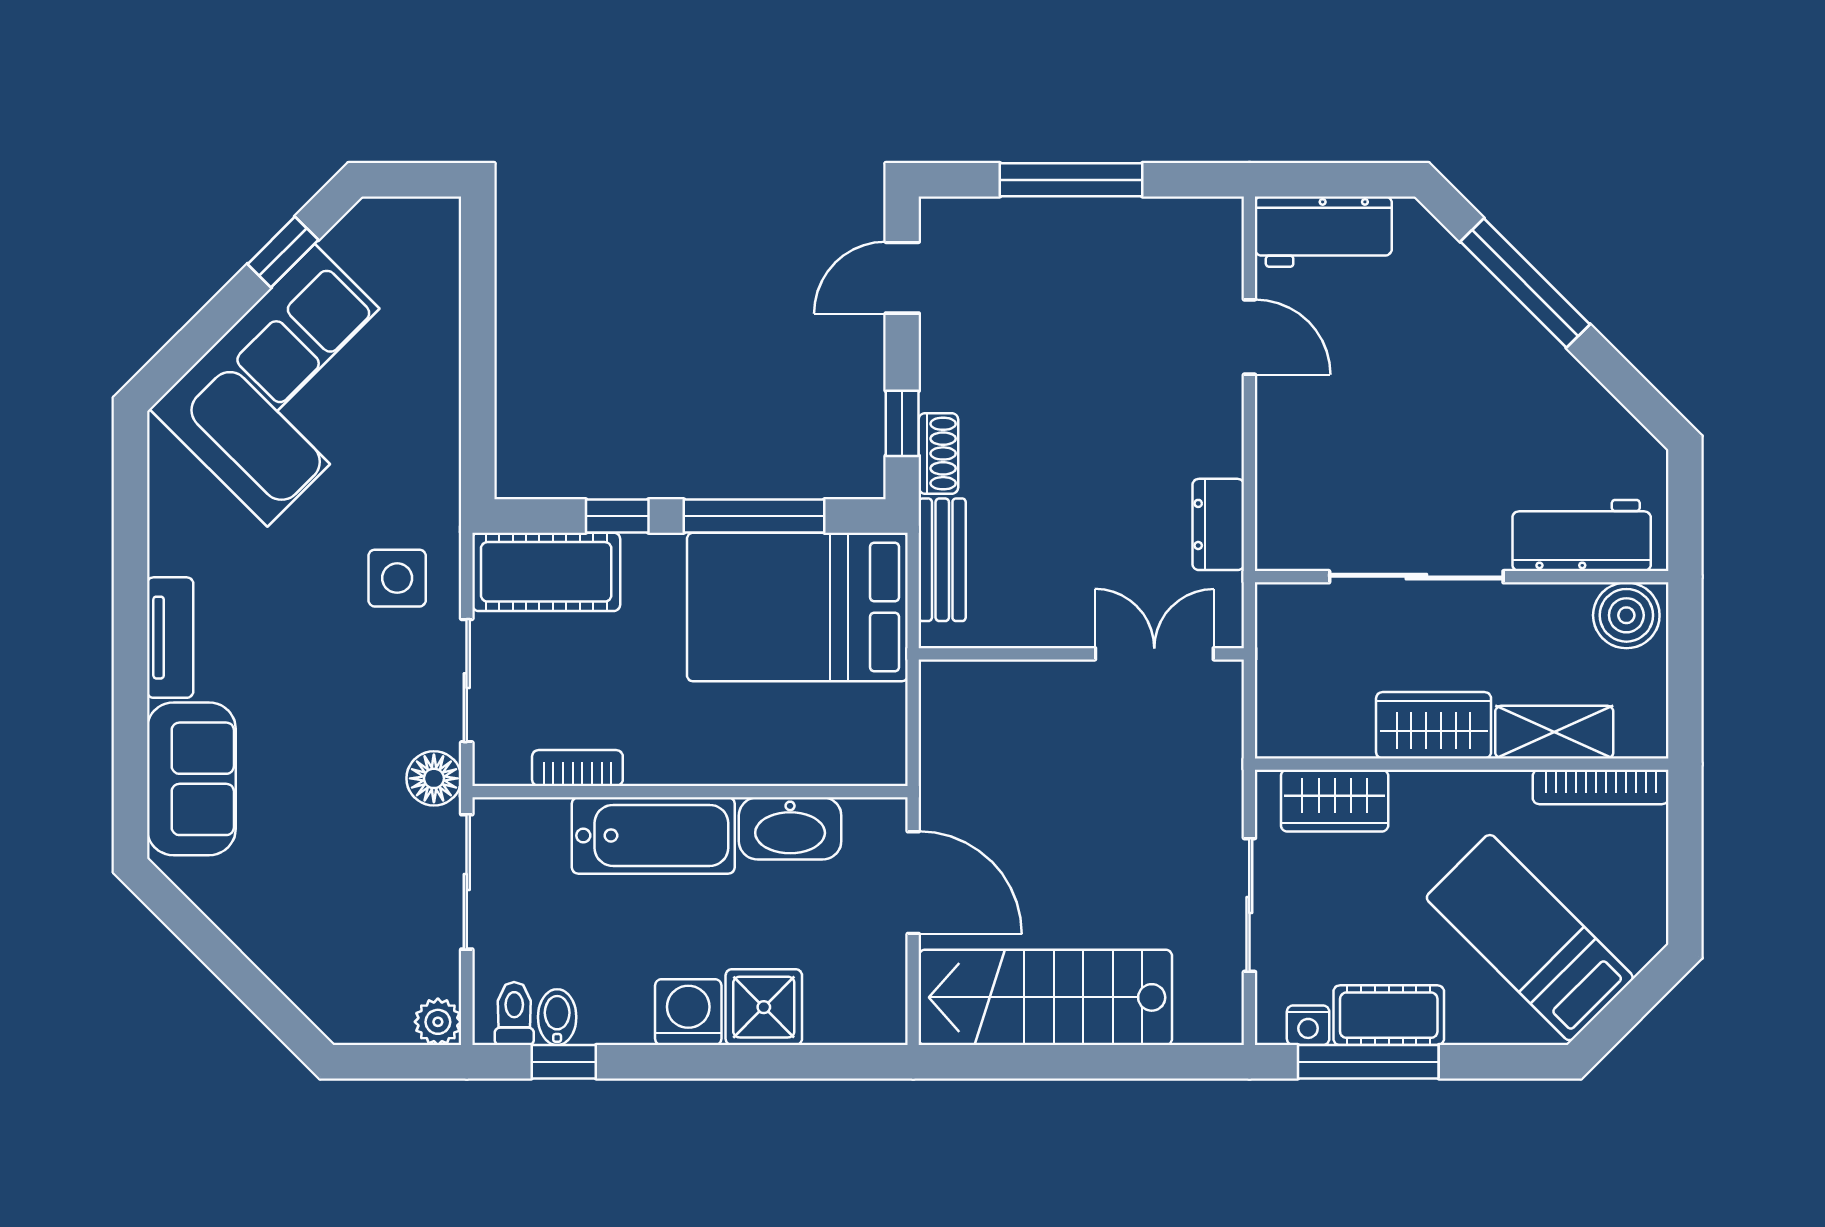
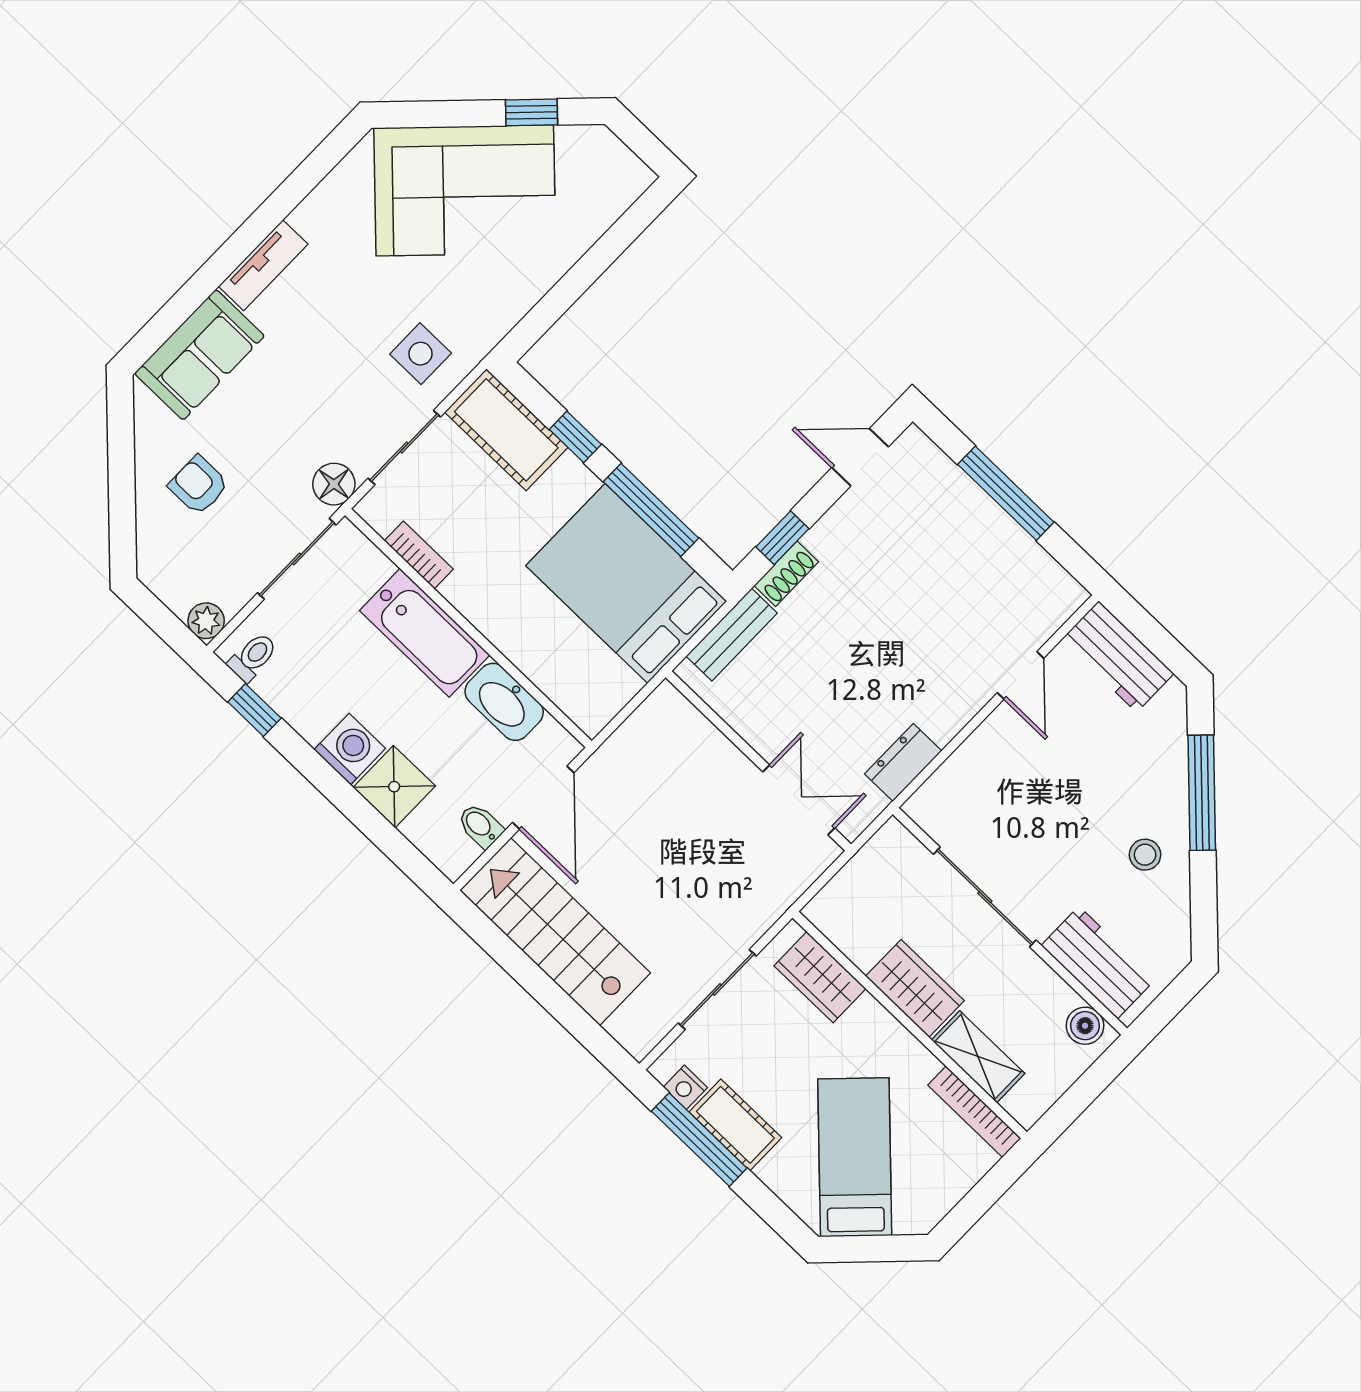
stool: (1528, 392) -> (1145, 855), added
boiler: (1626, 615) -> (1085, 1026), width x0.73, depth x0.73
armchair: (308, 902) -> (199, 485), added
bidet: (557, 1017) -> (480, 826), moved, turned -90

